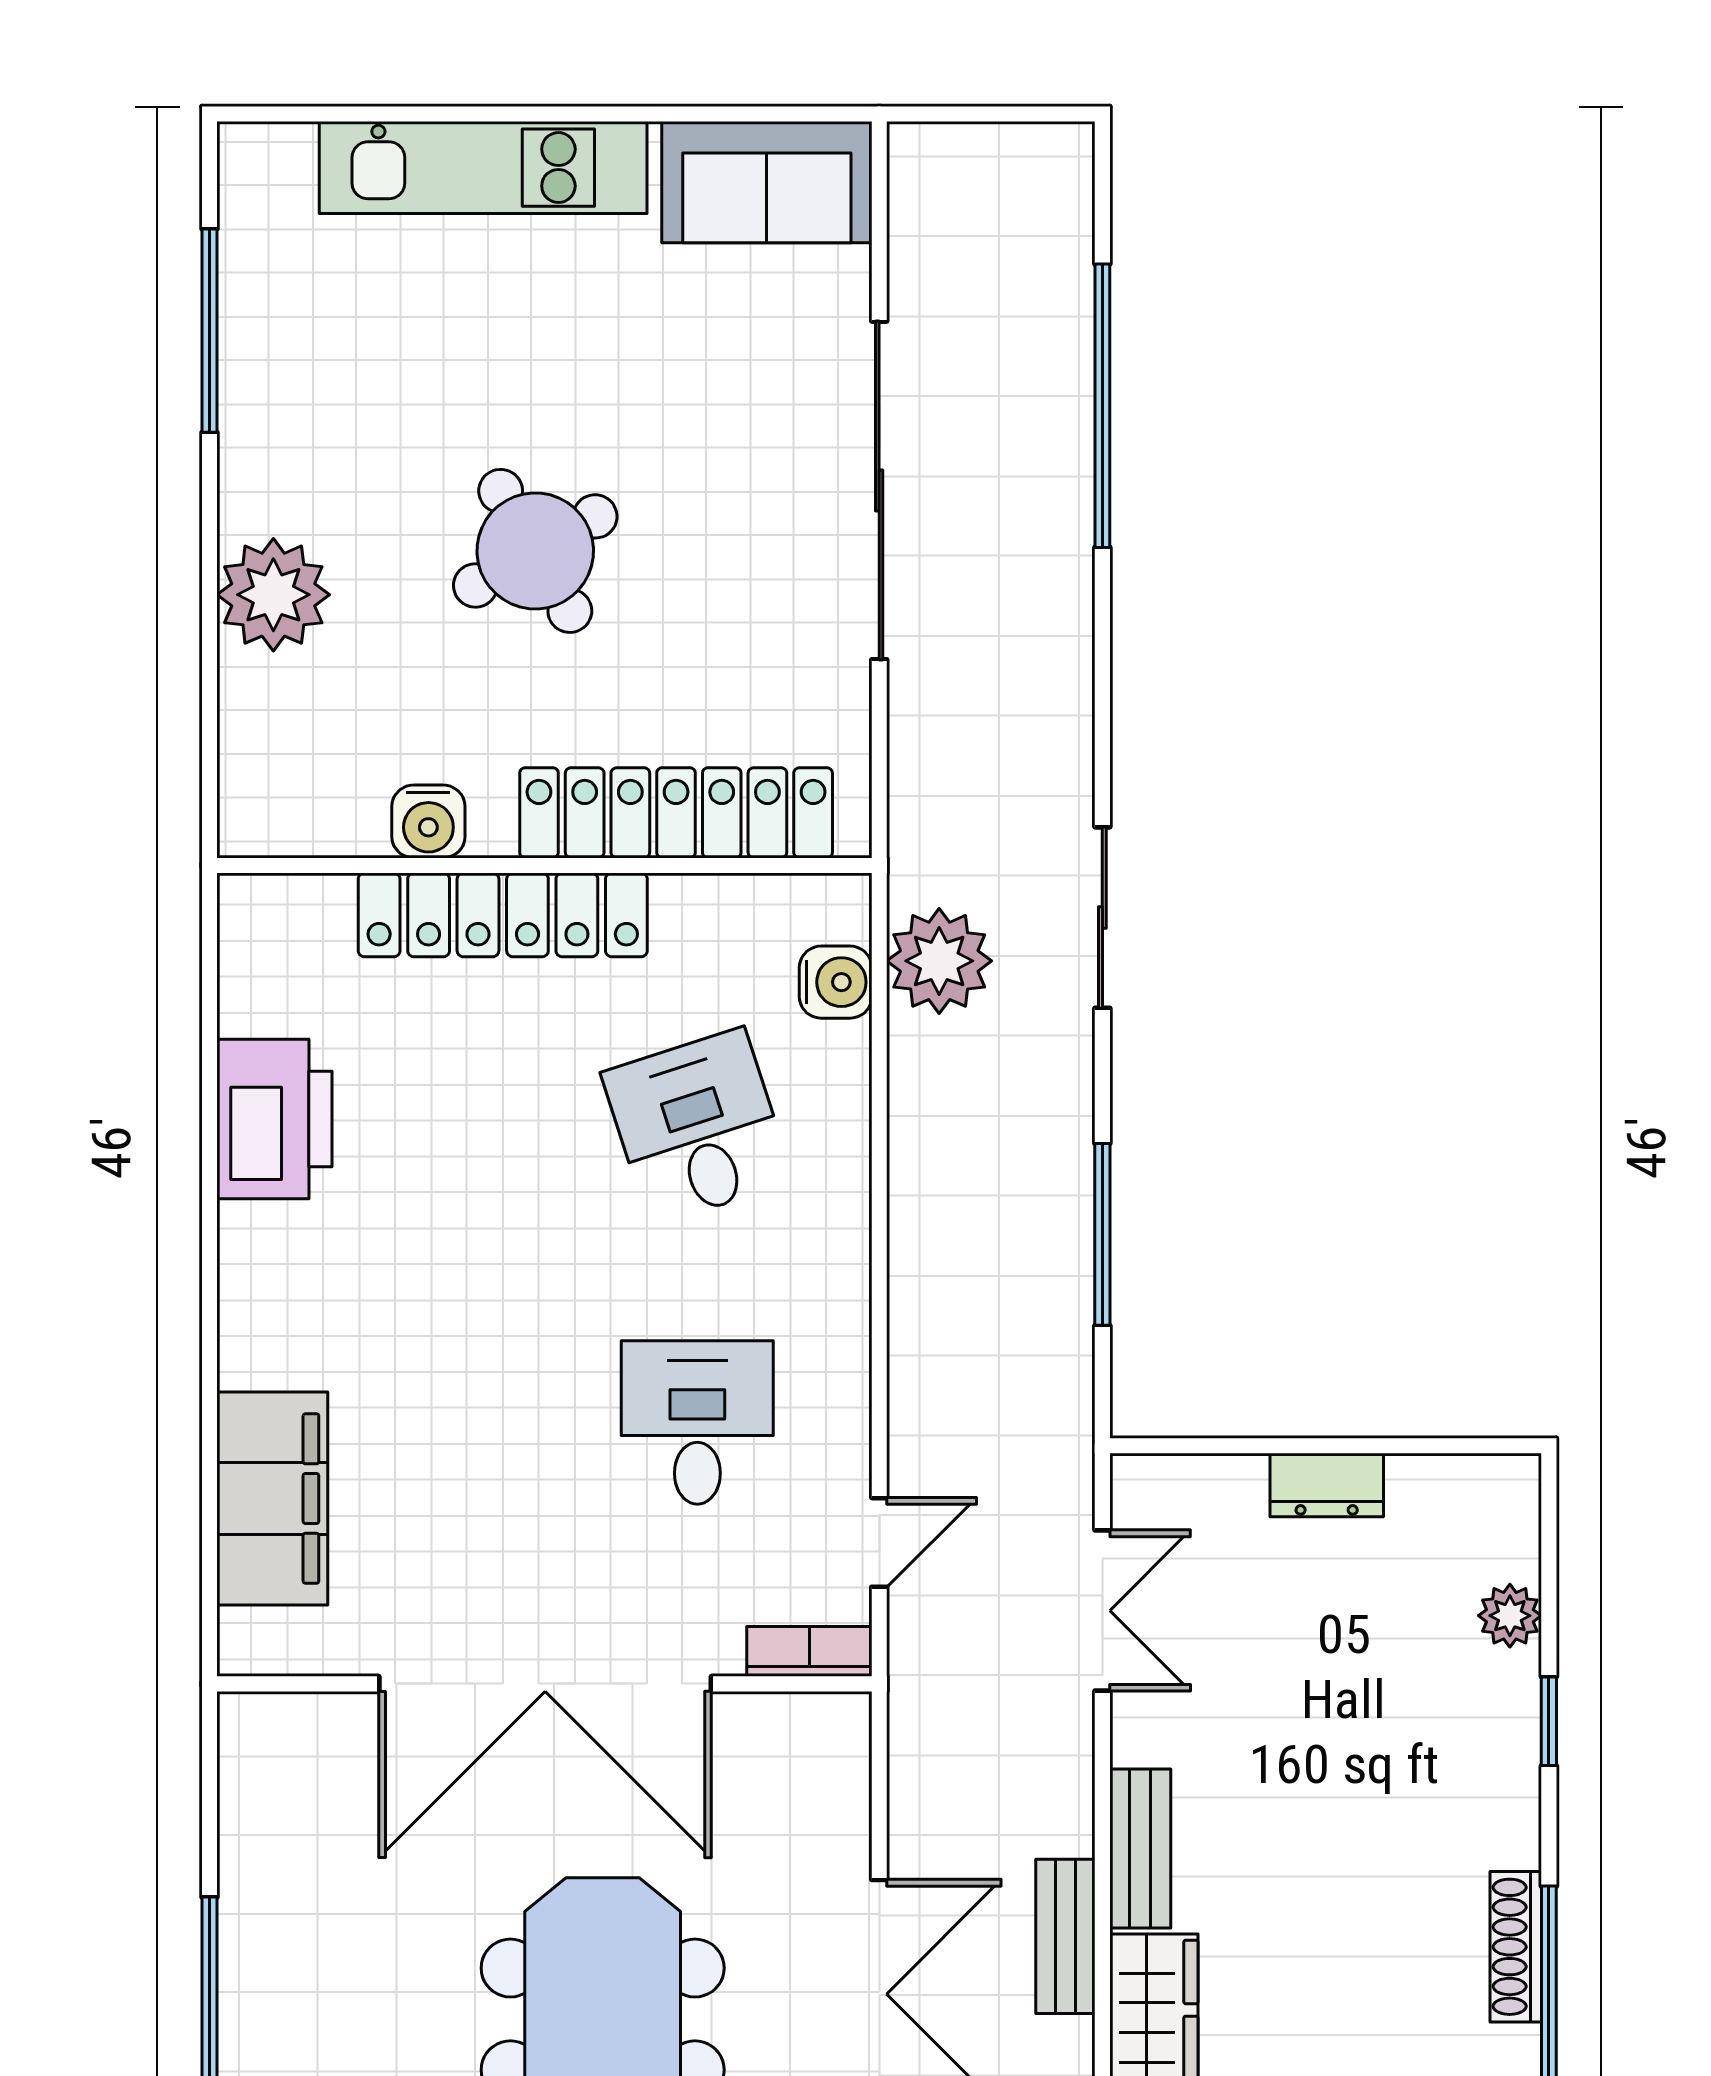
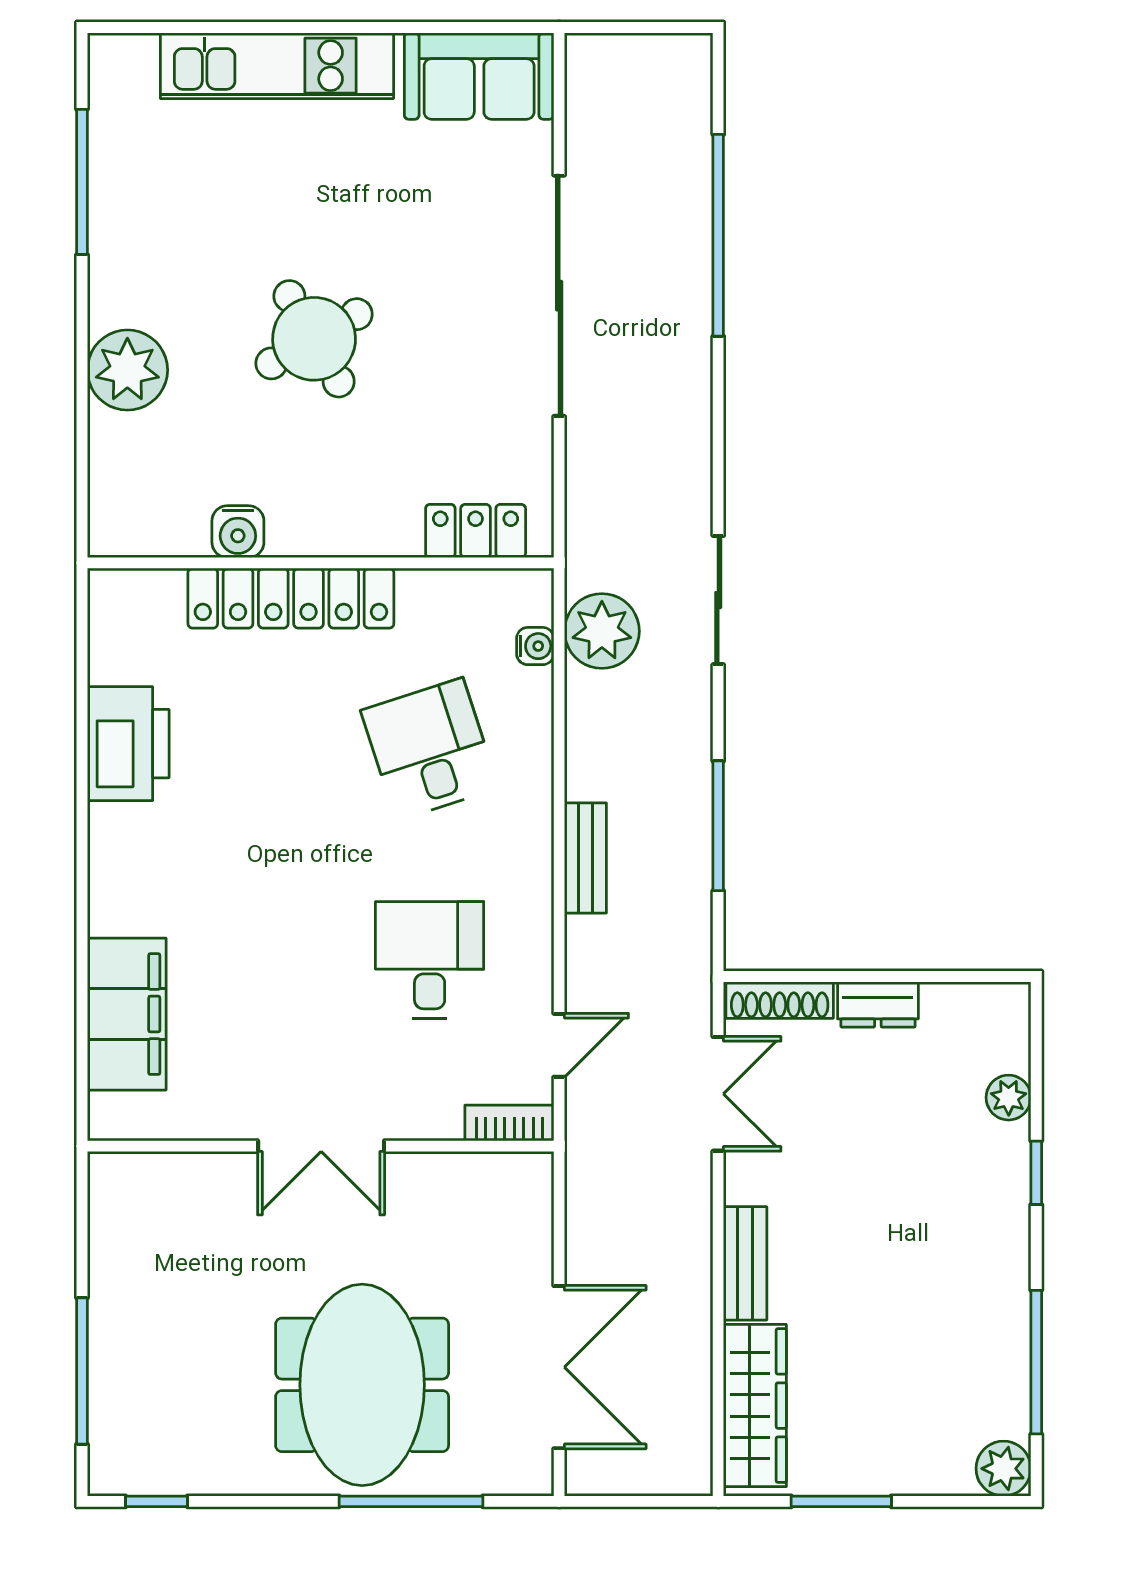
locker: (676, 813) -> (476, 531), width x0.46, depth x0.83
water cooler: (836, 982) -> (535, 646), width x0.72, depth x0.72
double door: (545, 1684) -> (321, 1146), width x0.54
bench: (1065, 1936) -> (585, 858), moved
shoe rack: (1516, 1947) -> (780, 1000), moved, turned -90

